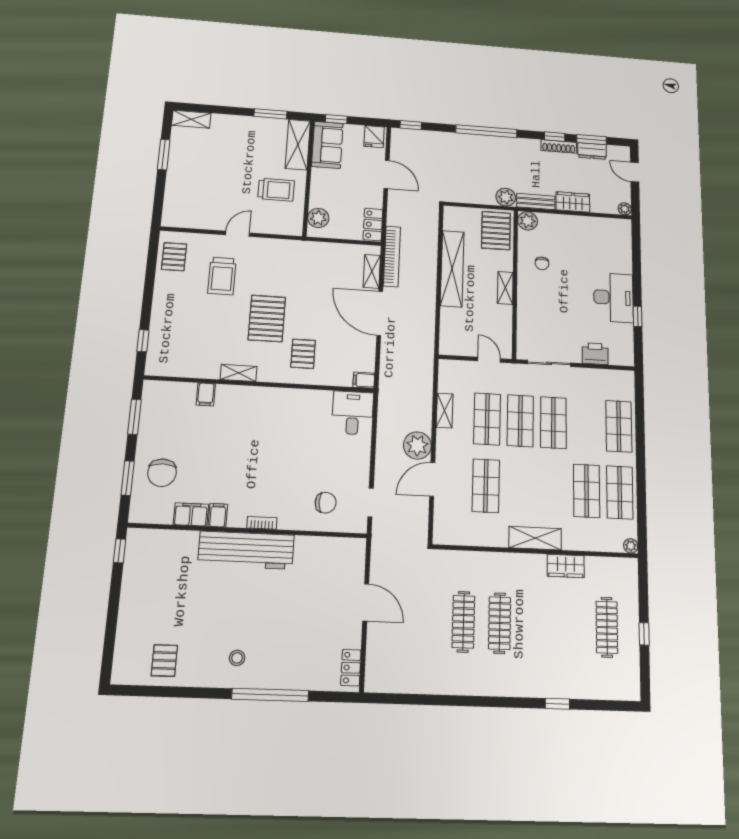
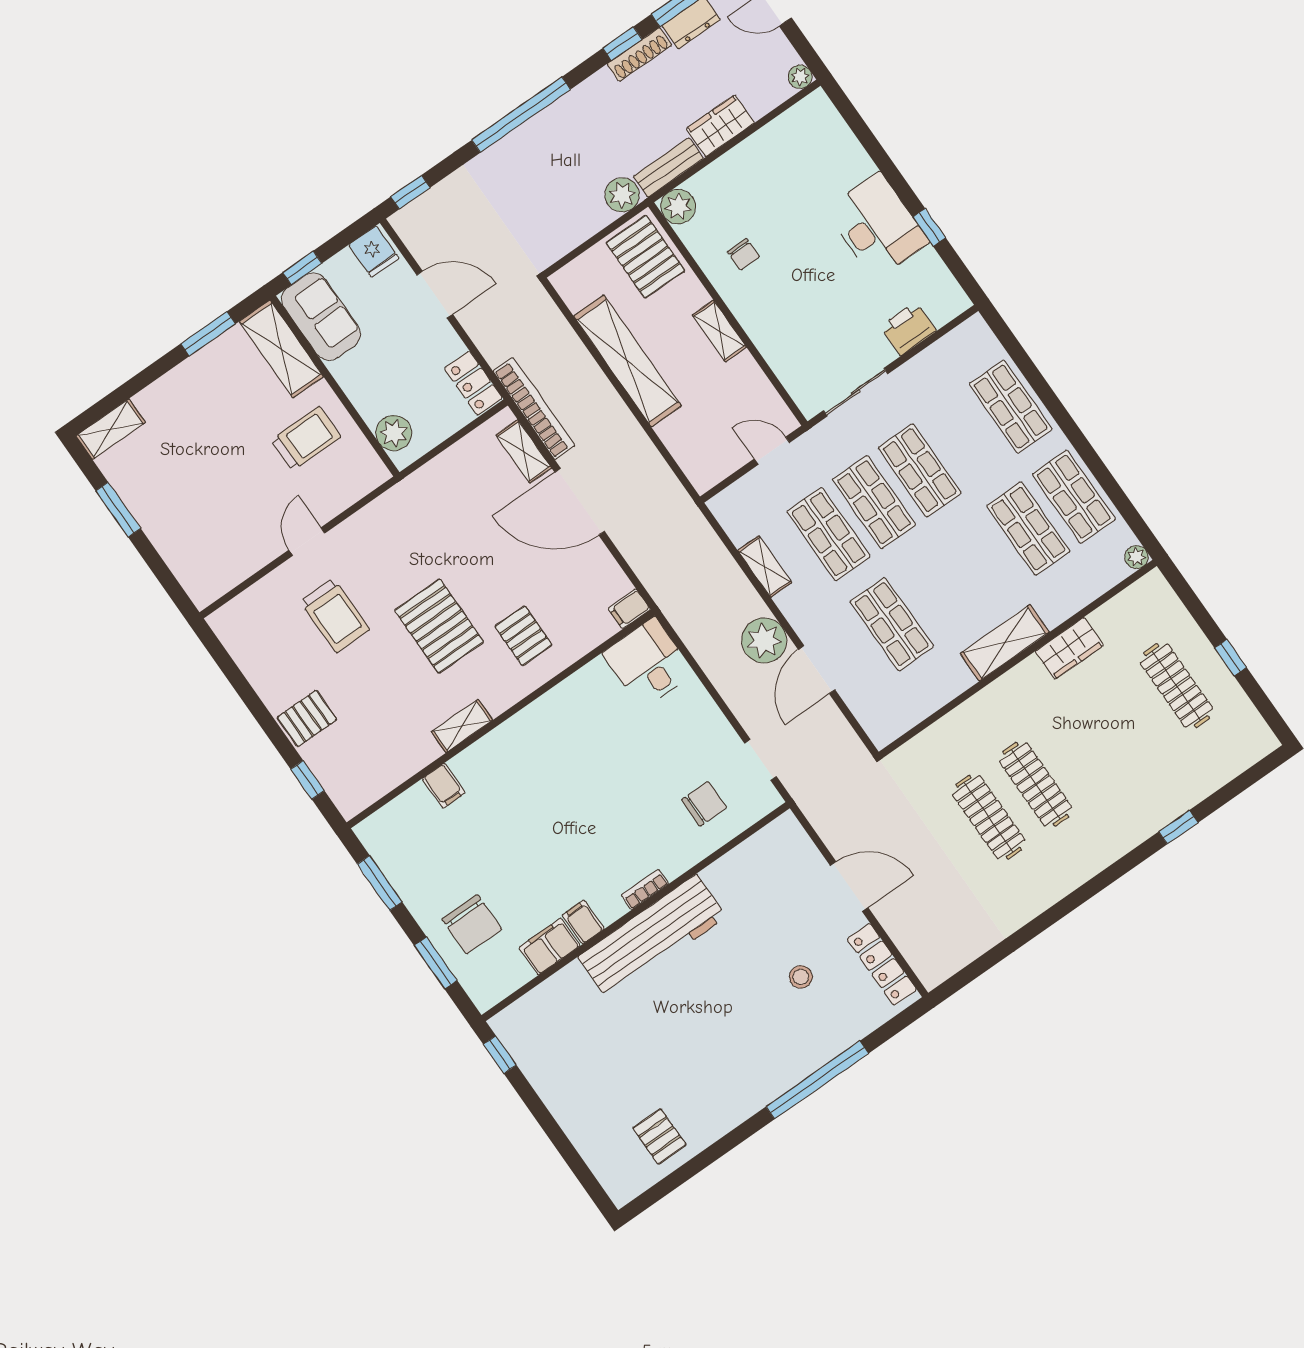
pallet: (174, 257) -> (307, 718), moved, turned 90
stool: (237, 658) -> (801, 977), moved
locker: (351, 668) -> (882, 964), width x1.53

